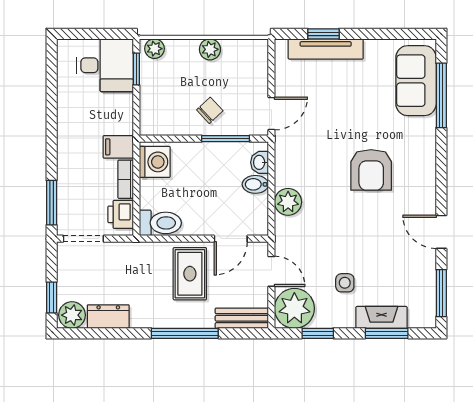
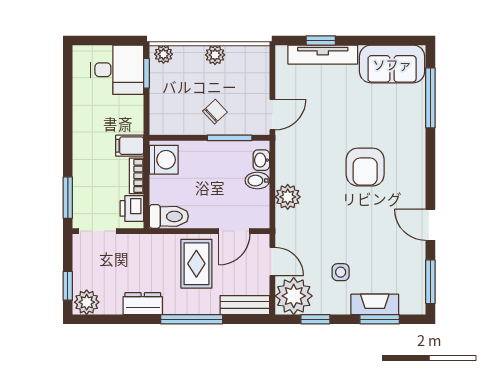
sofa: (416, 81) -> (392, 64), moved, turned -90
dresser: (108, 317) -> (143, 304), moved

